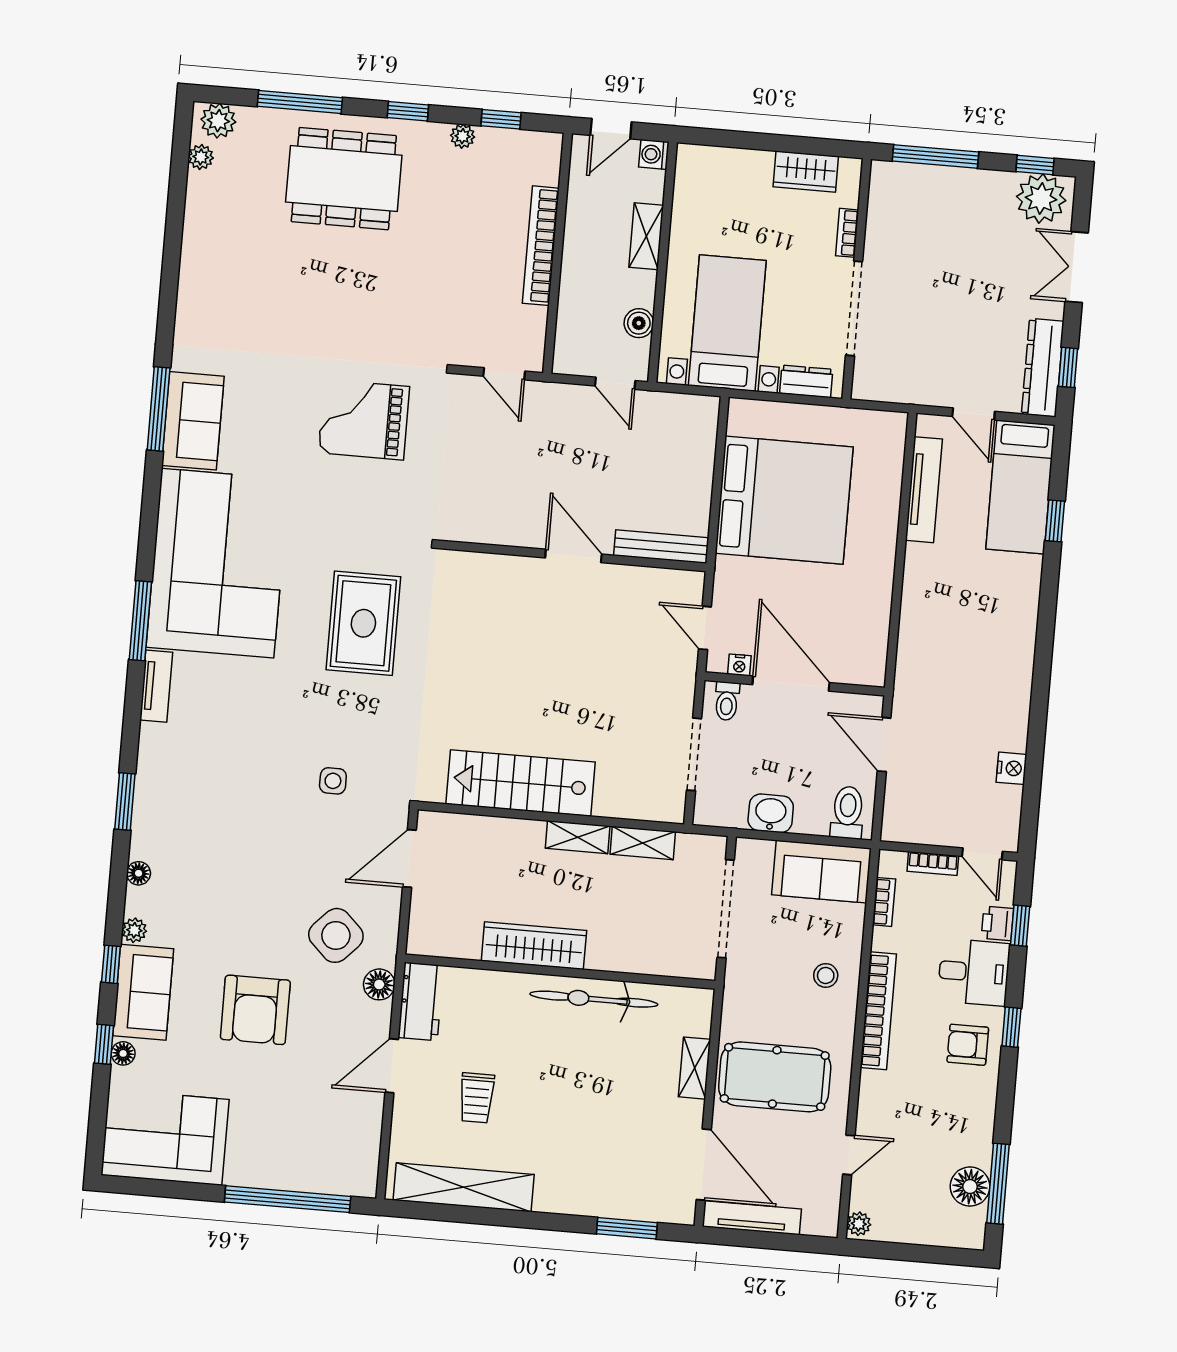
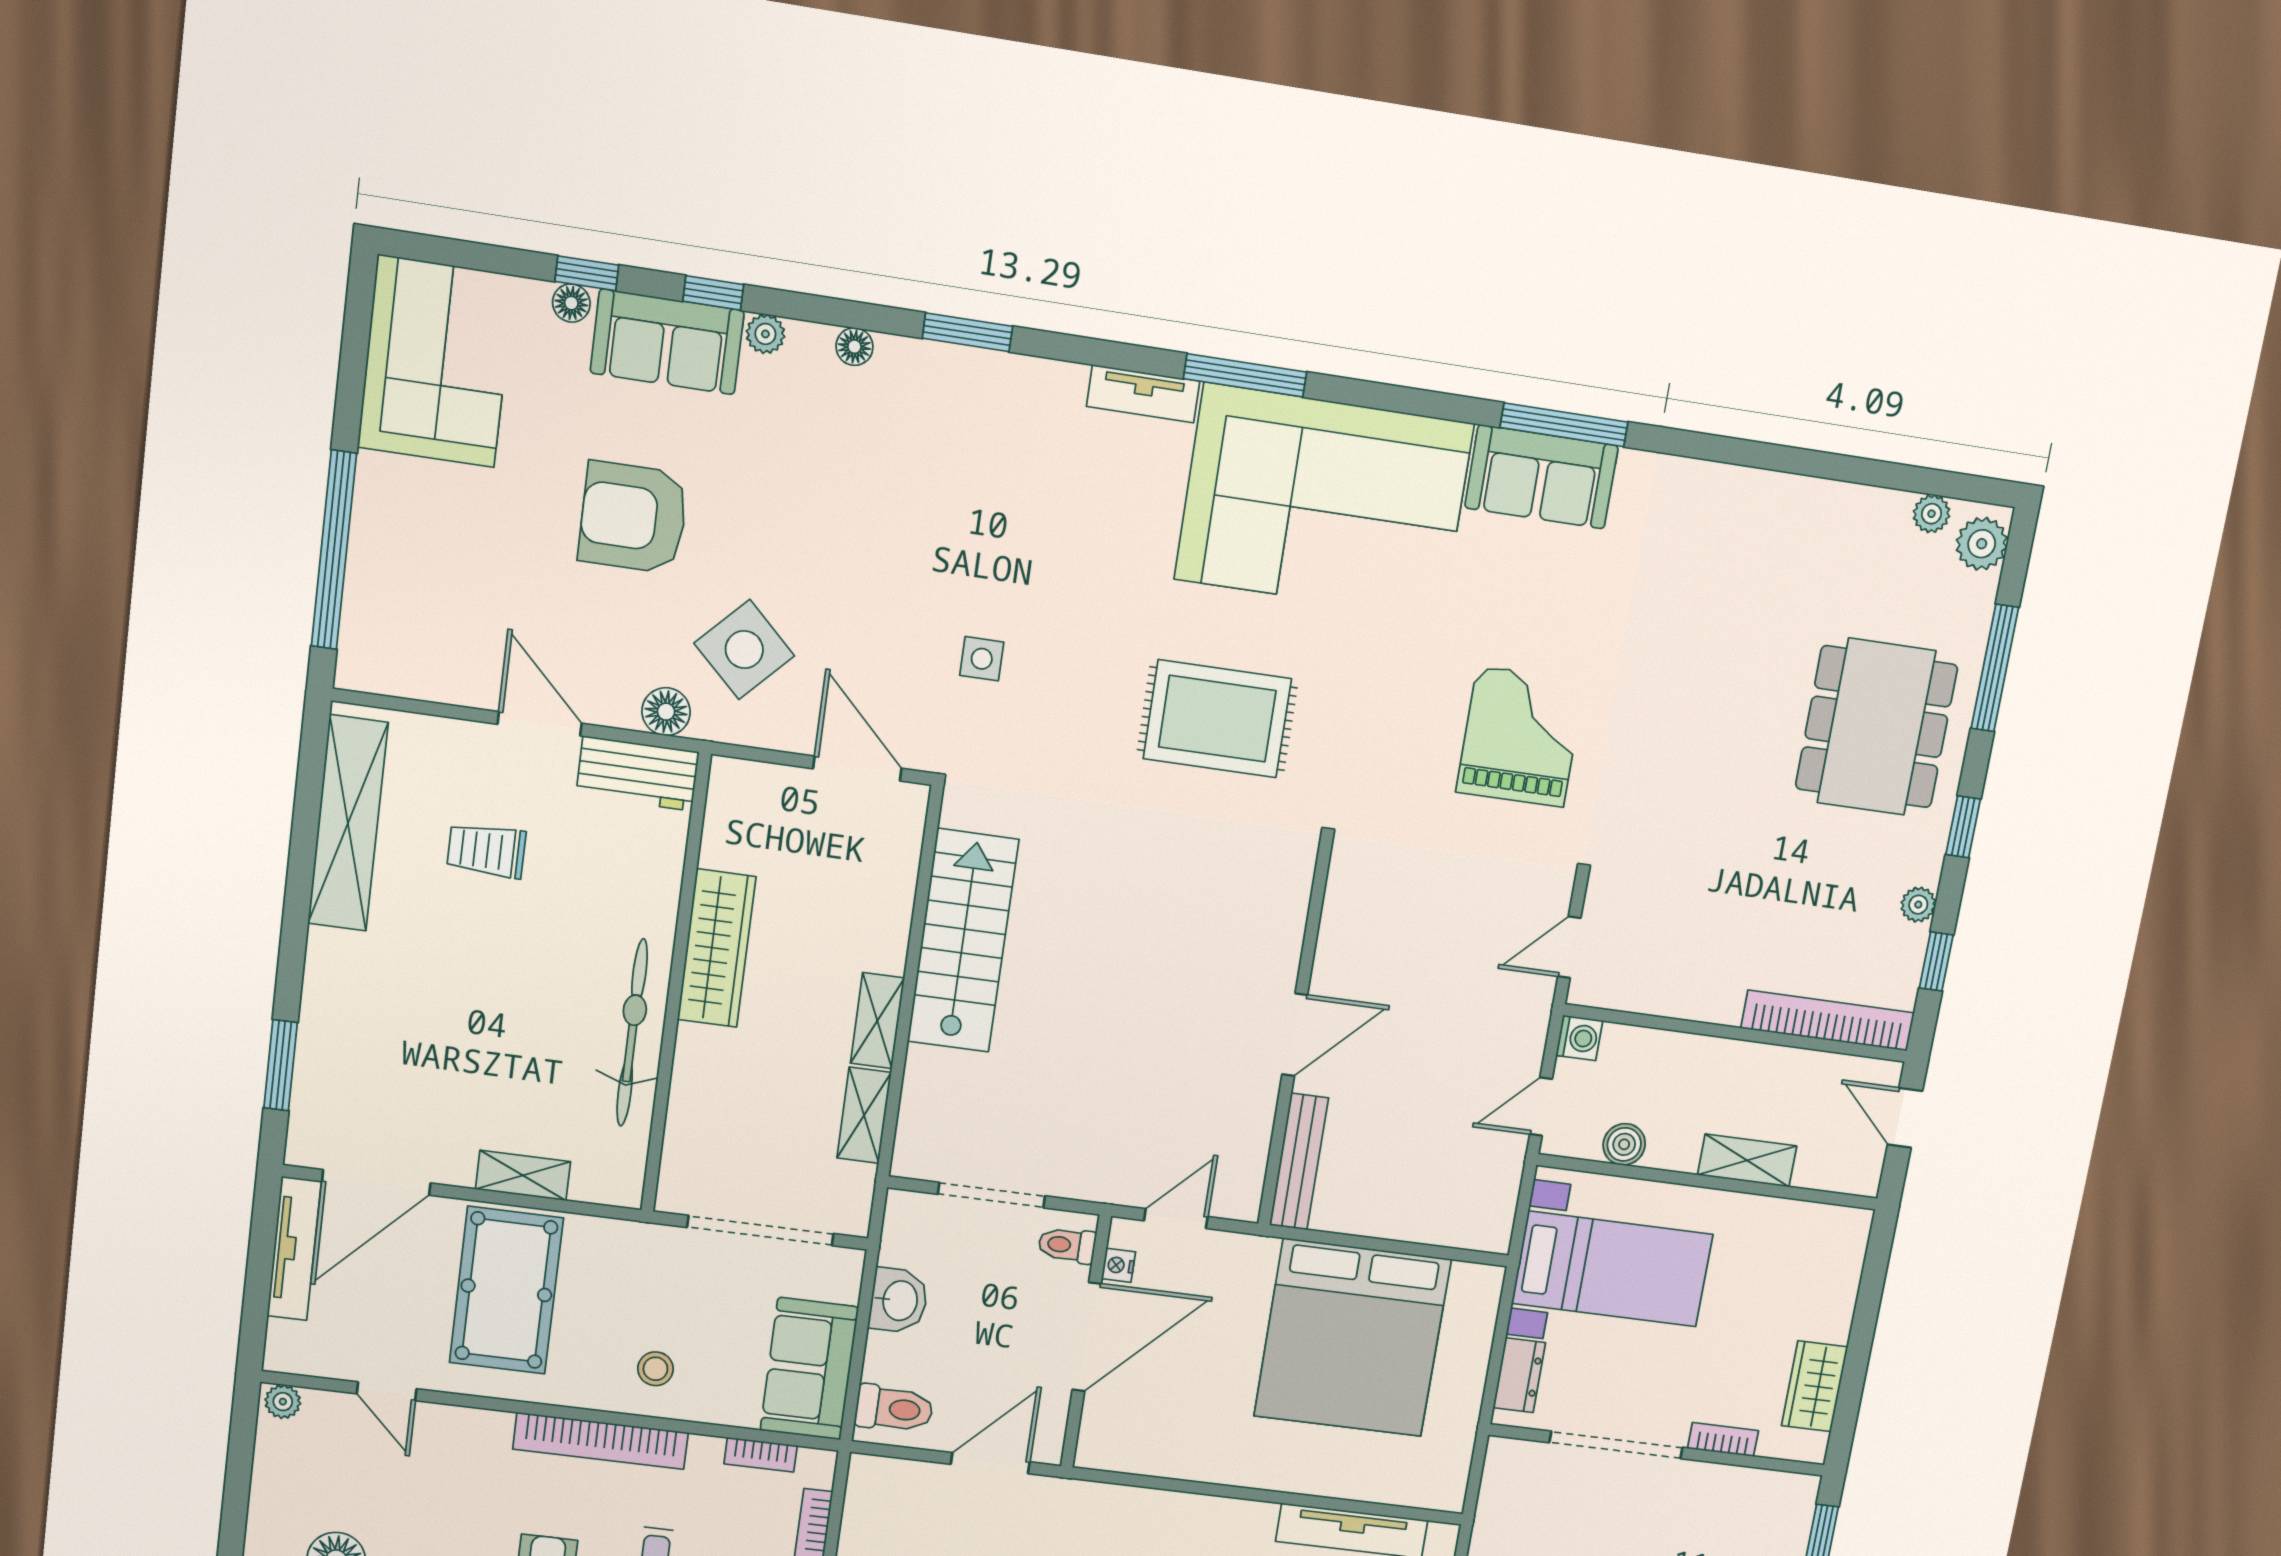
washing machine: (654, 154) -> (1579, 1038), moved, turned 90
bookcase: (541, 246) -> (1828, 1020), moved

